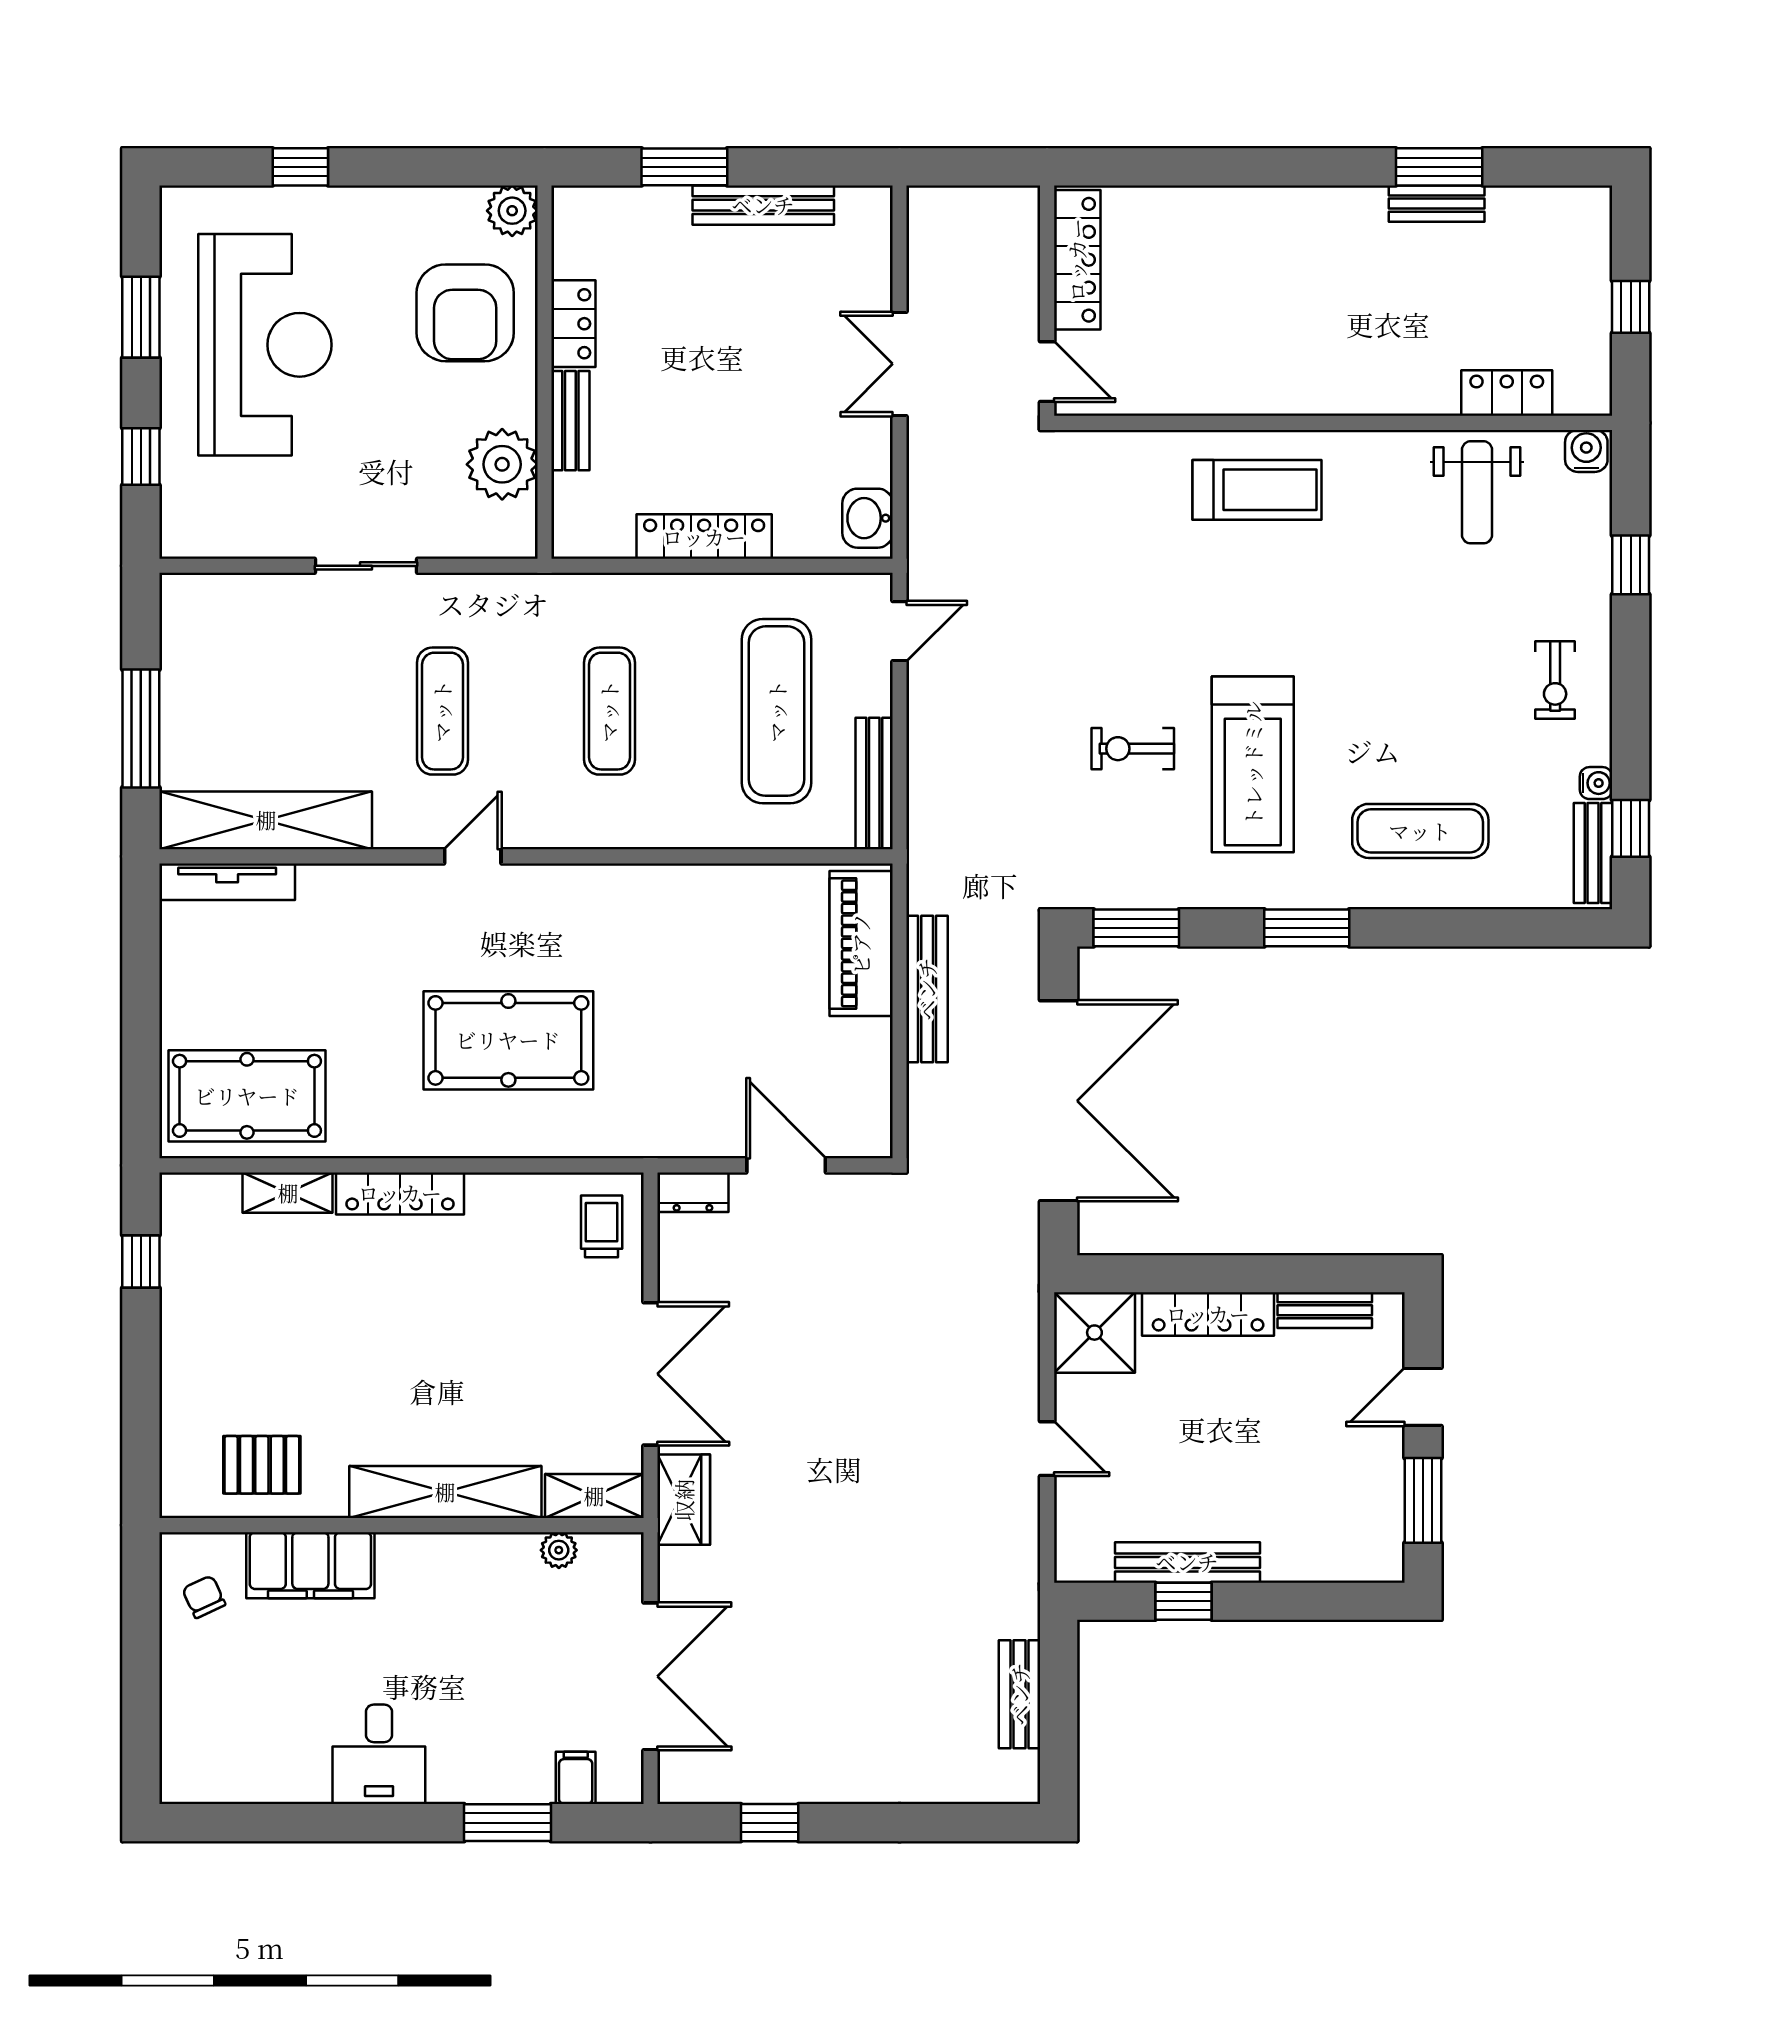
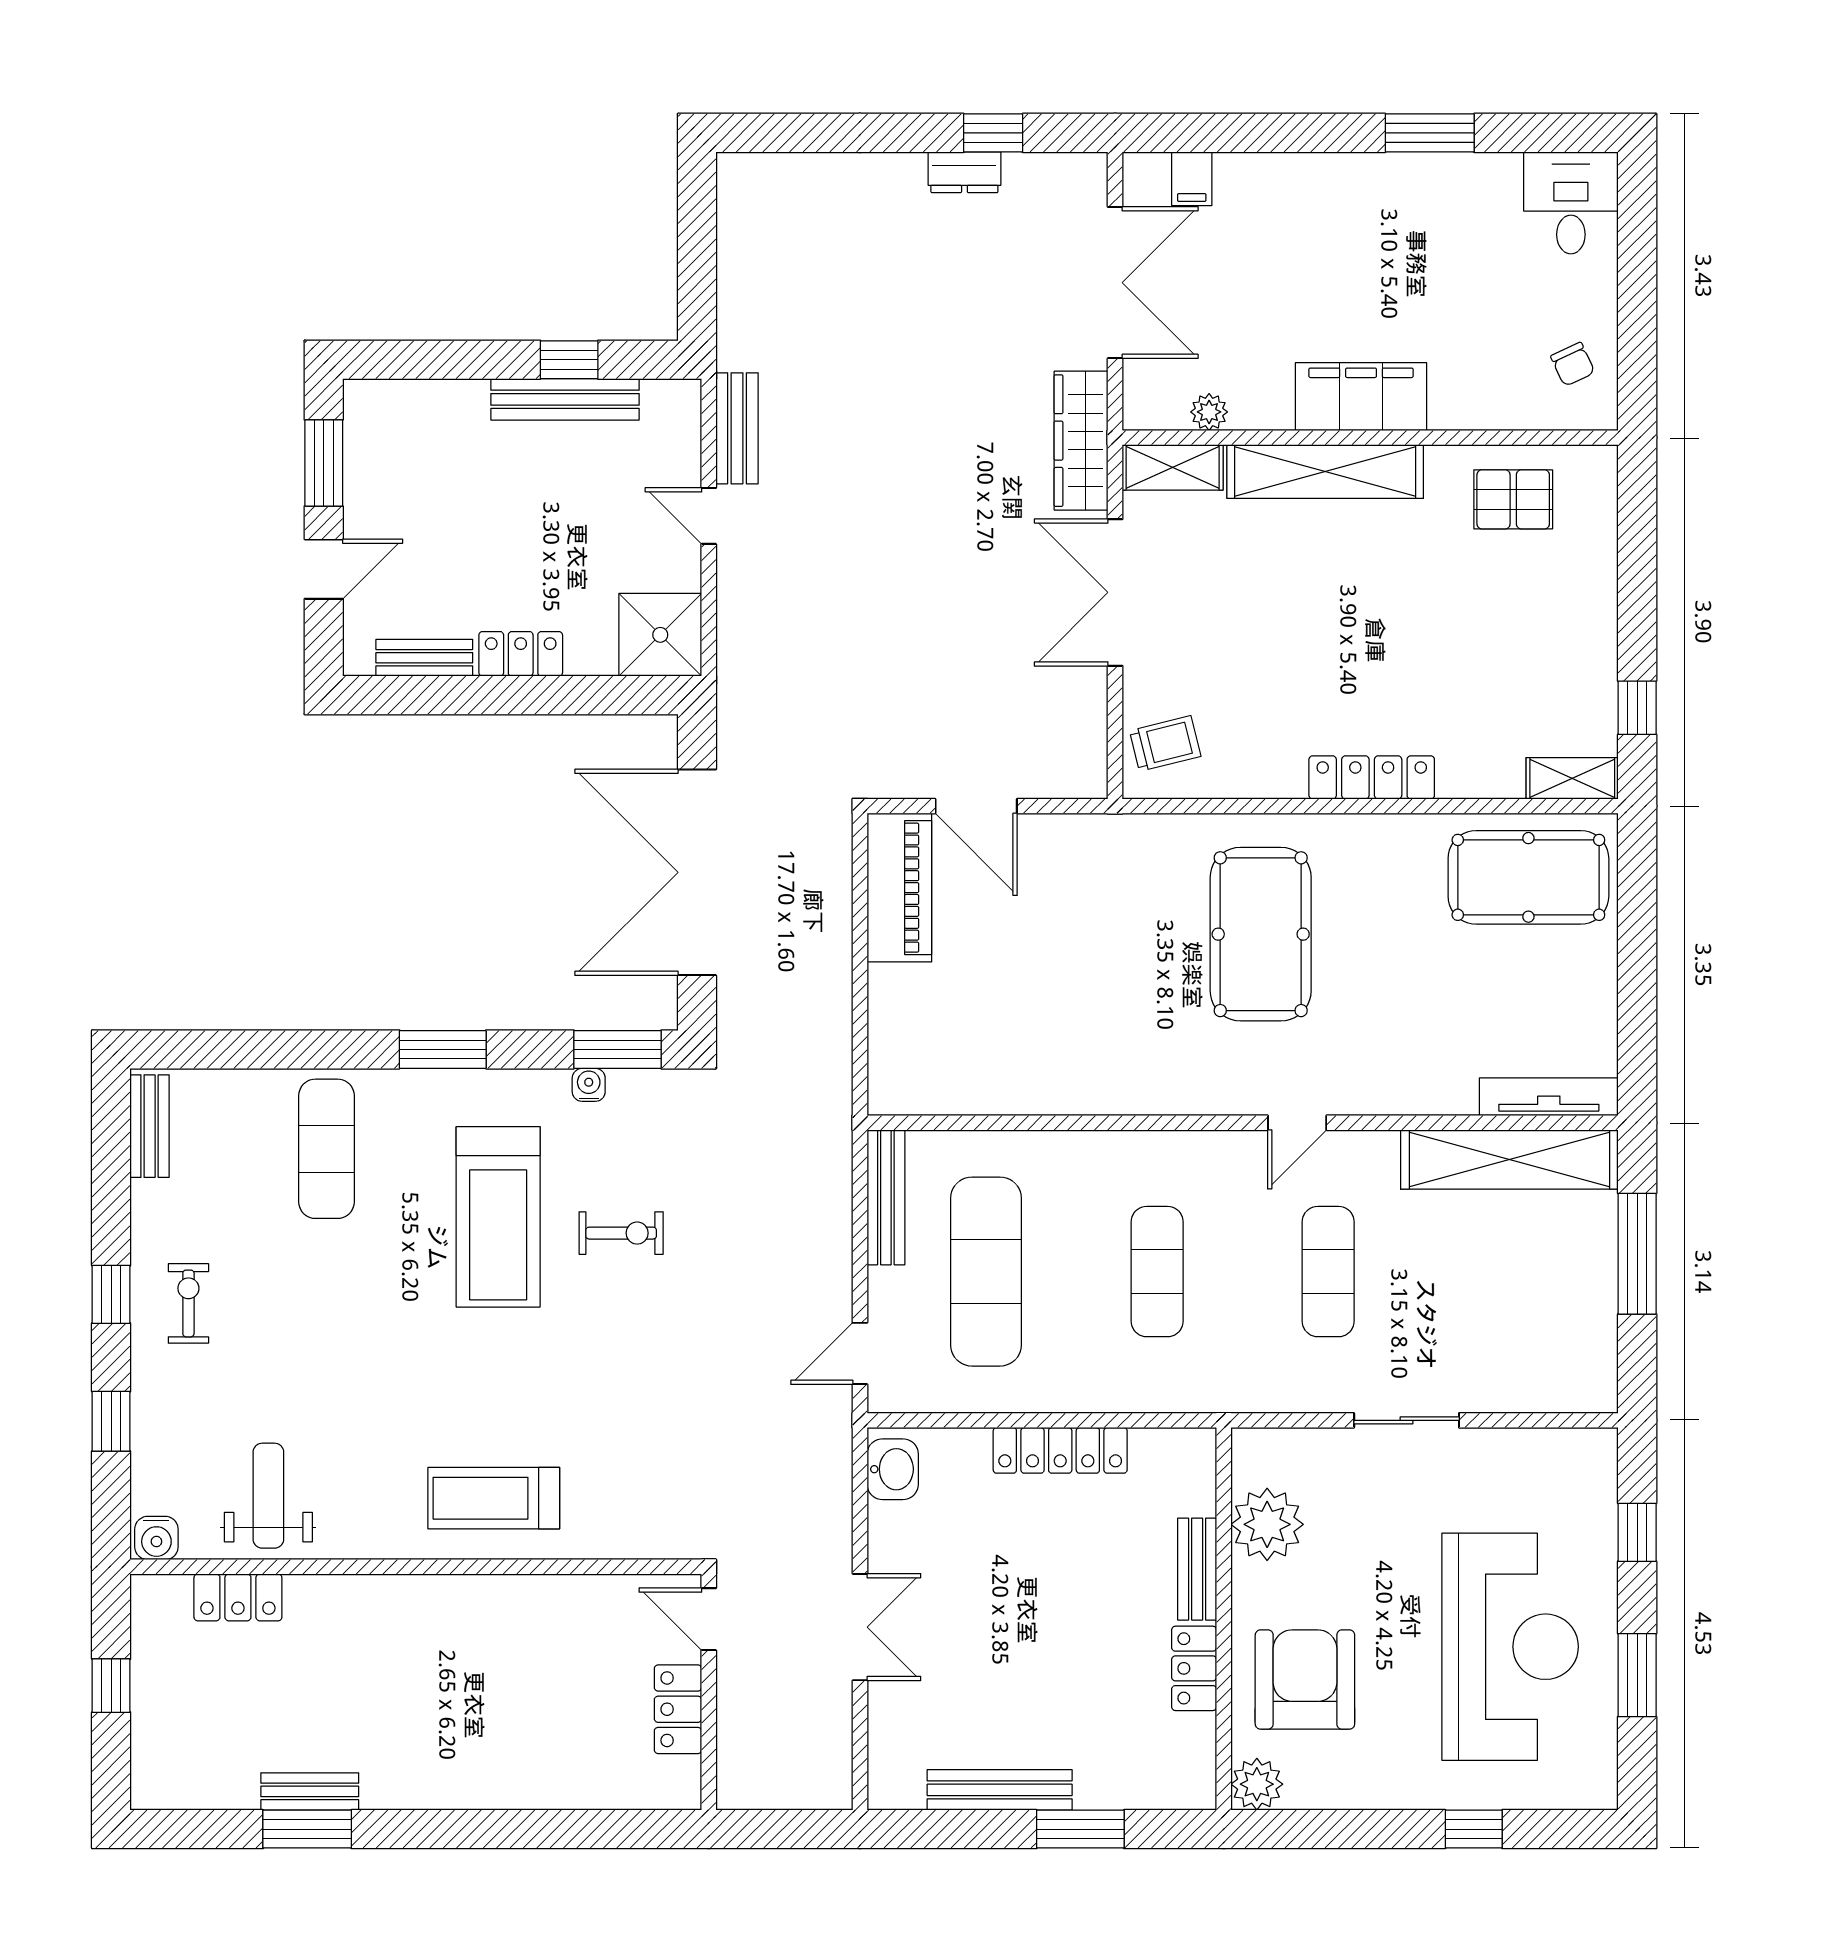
locker: (1077, 260) -> (678, 1709), width x0.66
reception desk: (265, 345) -> (1510, 1647), turned 180
treadmill: (1253, 764) -> (498, 1217), turned 180
water cooler: (1596, 783) -> (589, 1085), moved, turned 90
window: (1631, 828) -> (111, 1294), moved
exercise mat: (1420, 831) -> (326, 1149), turned 90
piano: (861, 943) -> (899, 888), moved
bench: (927, 989) -> (832, 987), removed
pool table: (508, 1040) -> (1261, 934), turned 90
dresser: (693, 1192) -> (964, 172), moved, turned 180
shelving: (288, 1193) -> (1572, 778), moved
trolley: (602, 1226) -> (1165, 744), turned -104
locker: (1208, 1314) -> (521, 654), width x0.66
wardrobe: (684, 1500) -> (1081, 441), width x1.50
filing cabinet: (310, 1565) -> (1361, 397), moved
double door: (651, 1676) -> (1115, 283), swing flipped
bench: (1020, 1694) -> (737, 428), moved
desk: (379, 1754) -> (1571, 203), moved
window: (508, 1823) -> (1430, 133), moved

